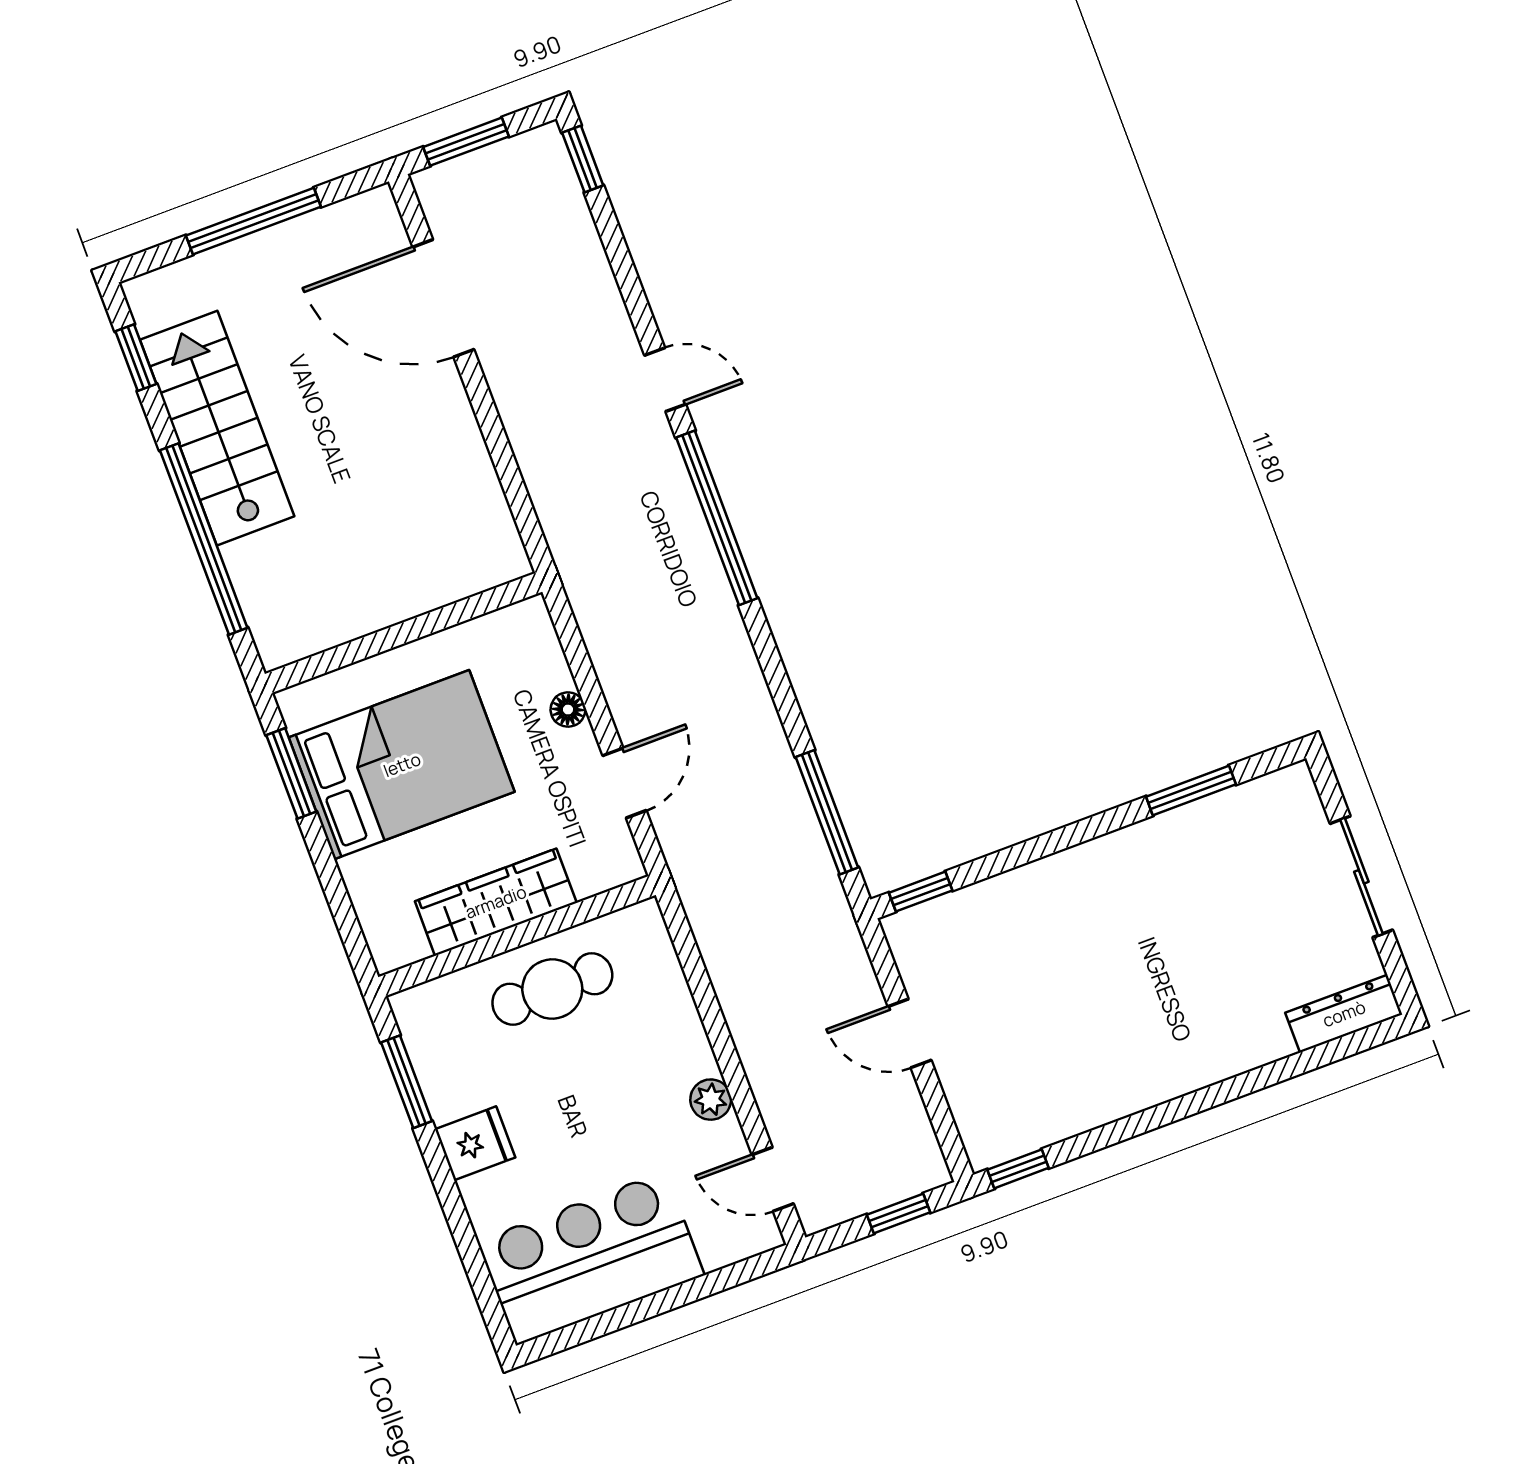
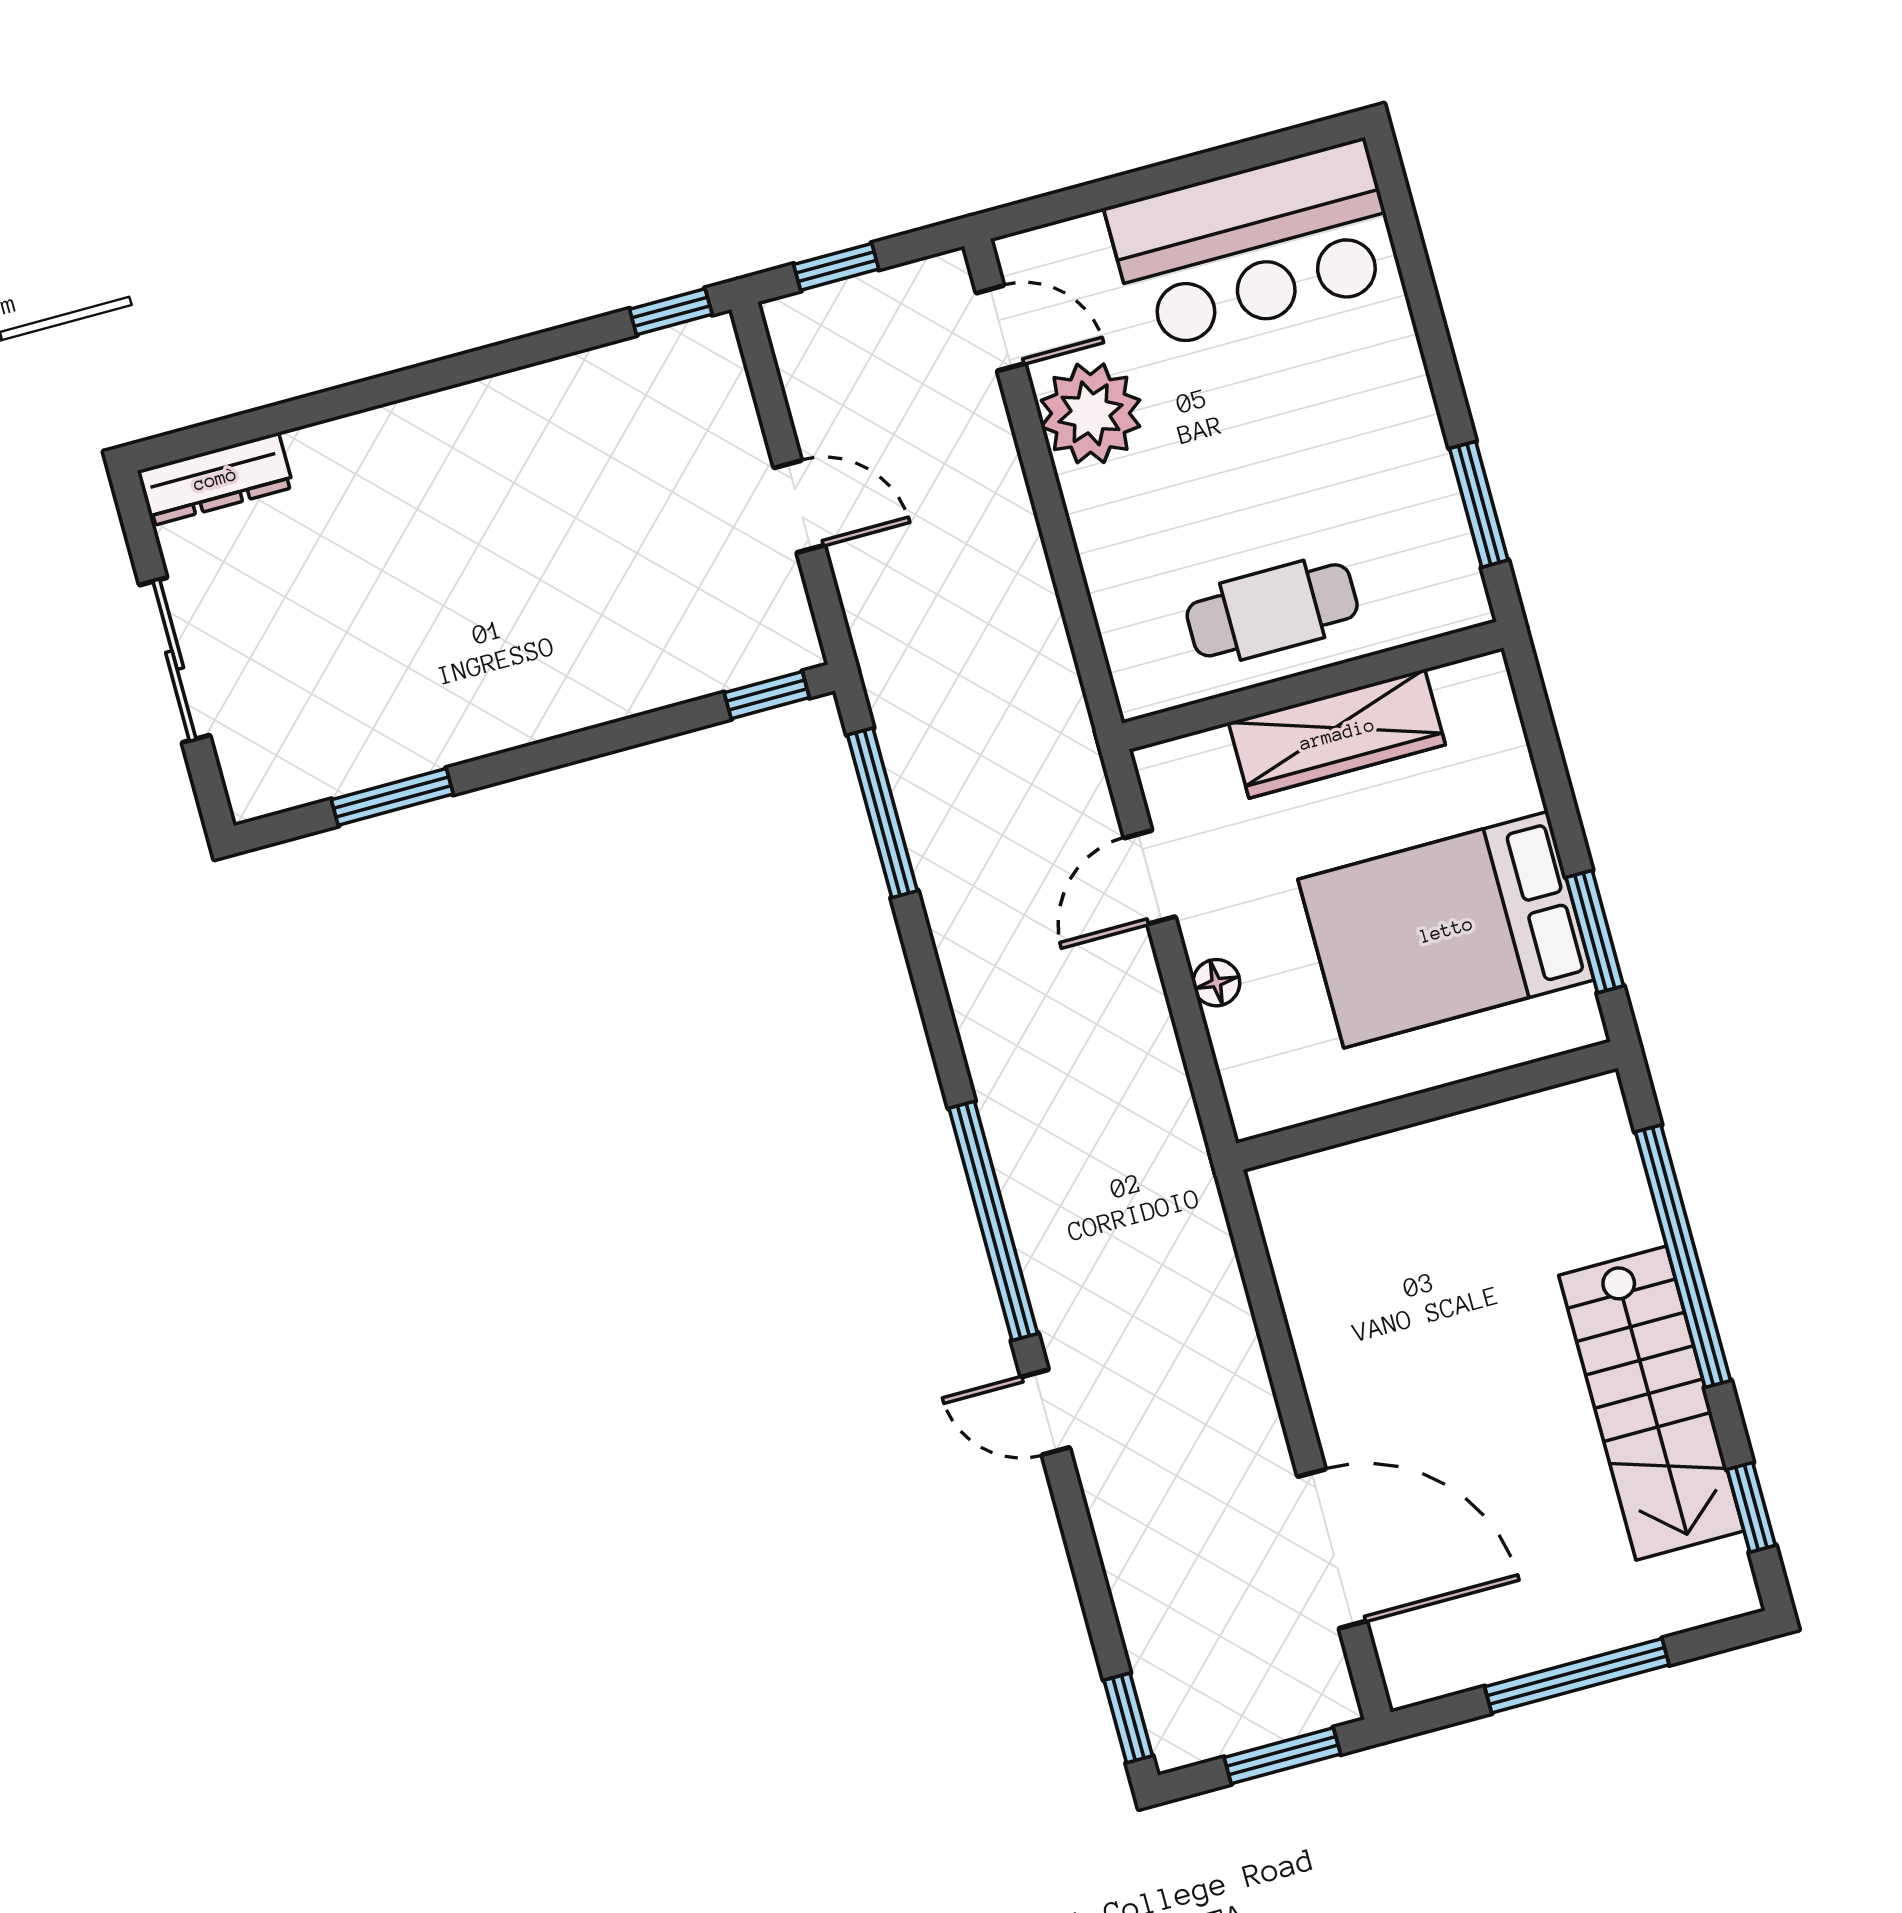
plant: (711, 1100) -> (1091, 413), width x1.88, depth x1.88
fridge: (475, 1143) -> (1395, 413), removed

